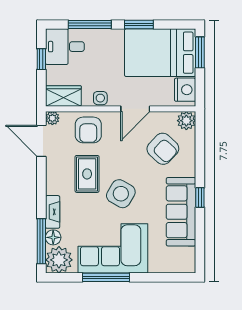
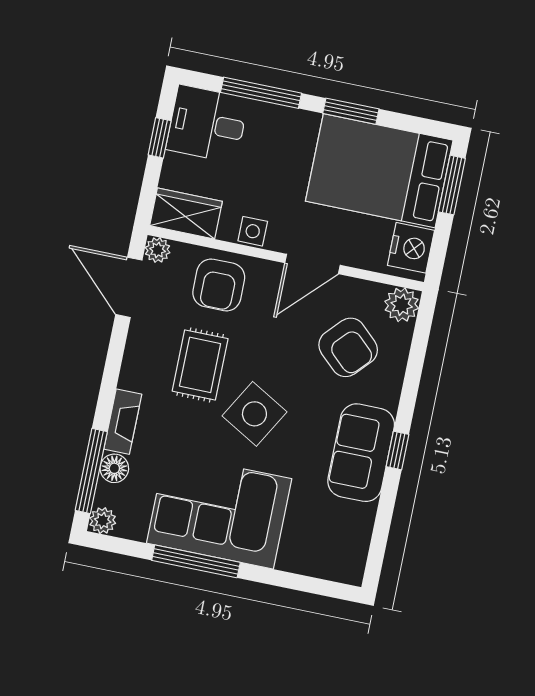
sofa: (181, 212) -> (361, 453), width x0.73
plant: (59, 260) -> (103, 521), width x0.53, depth x0.53

